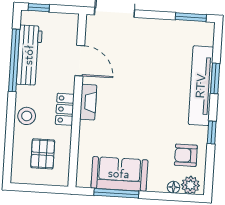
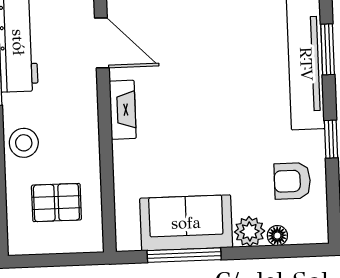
locker: (65, 109) -> (85, 125), removed
pallet: (43, 154) -> (56, 203), turned 90
plant: (190, 185) -> (250, 231), moved

